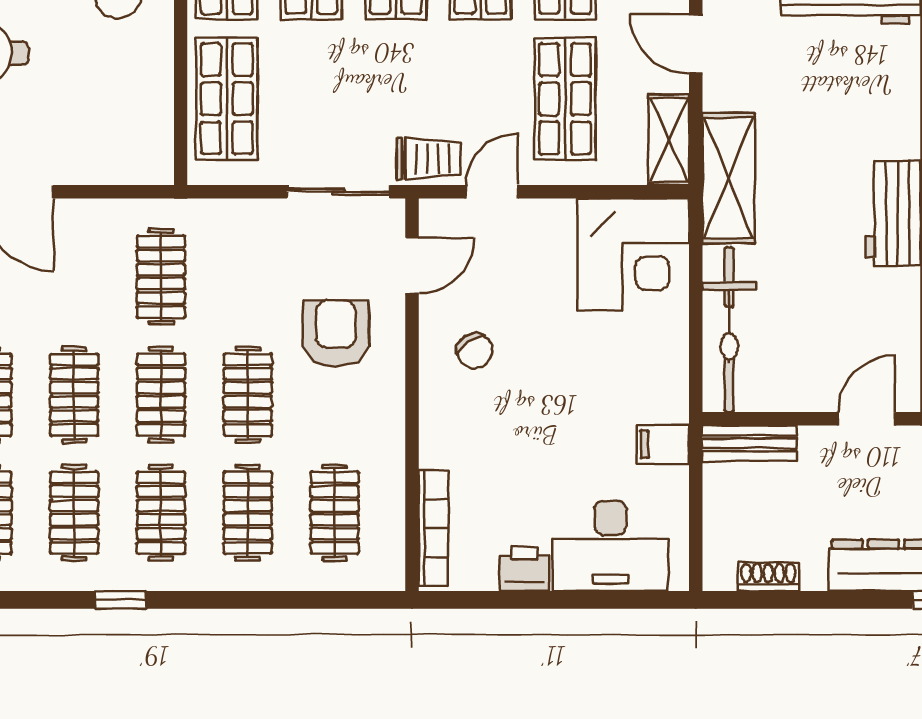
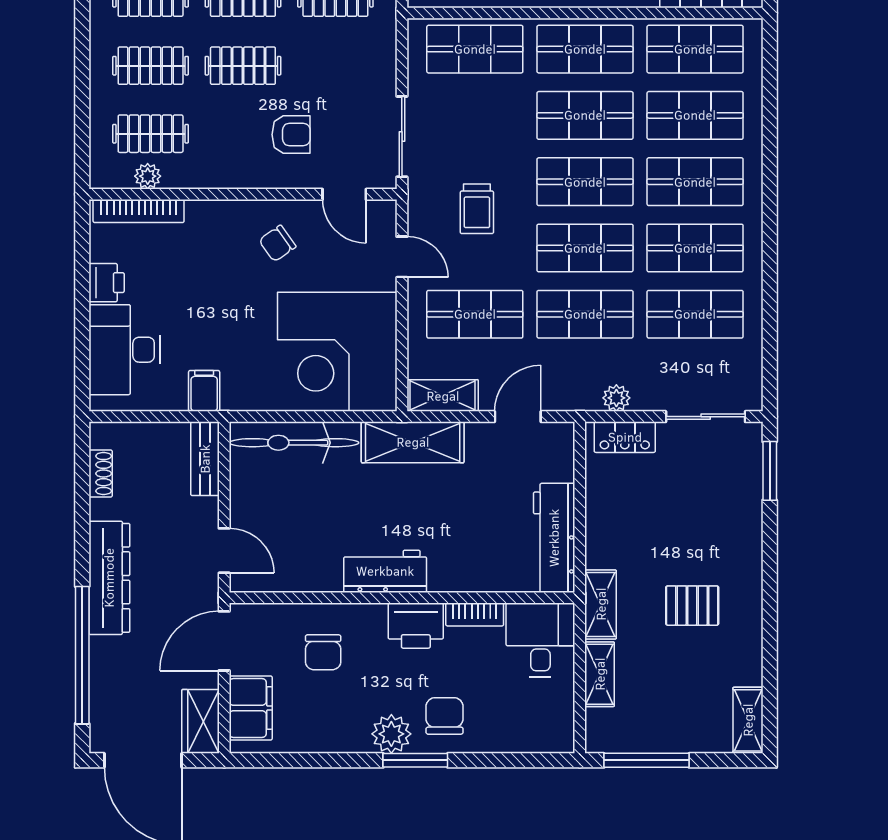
trolley: (428, 159) -> (477, 209), moved
corner desk: (633, 254) -> (337, 352), width x1.36, depth x1.36
armchair: (336, 333) -> (291, 135), width x0.72, depth x0.72
plant: (389, 516) -> (148, 176), added

